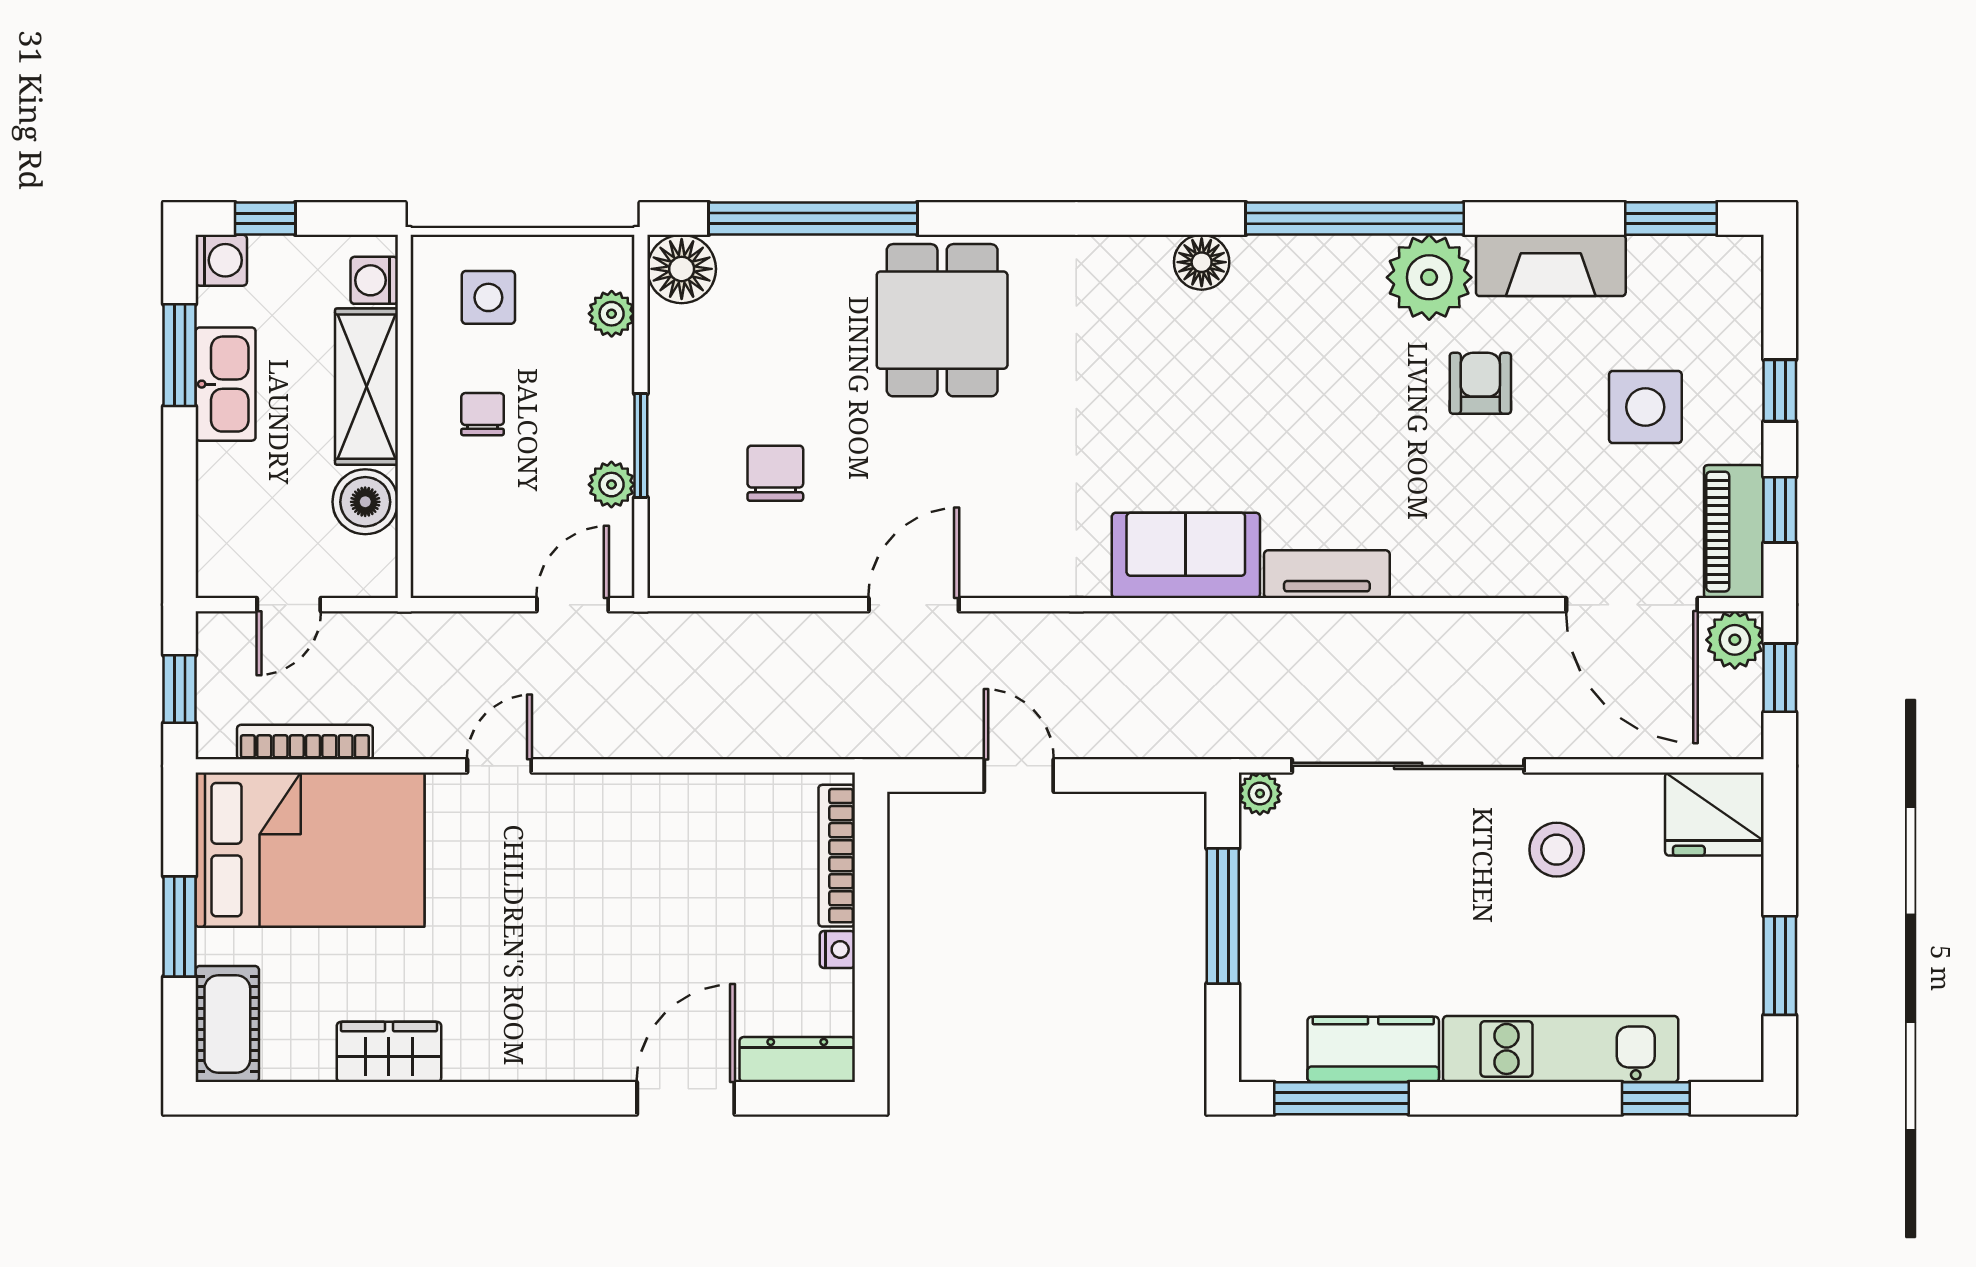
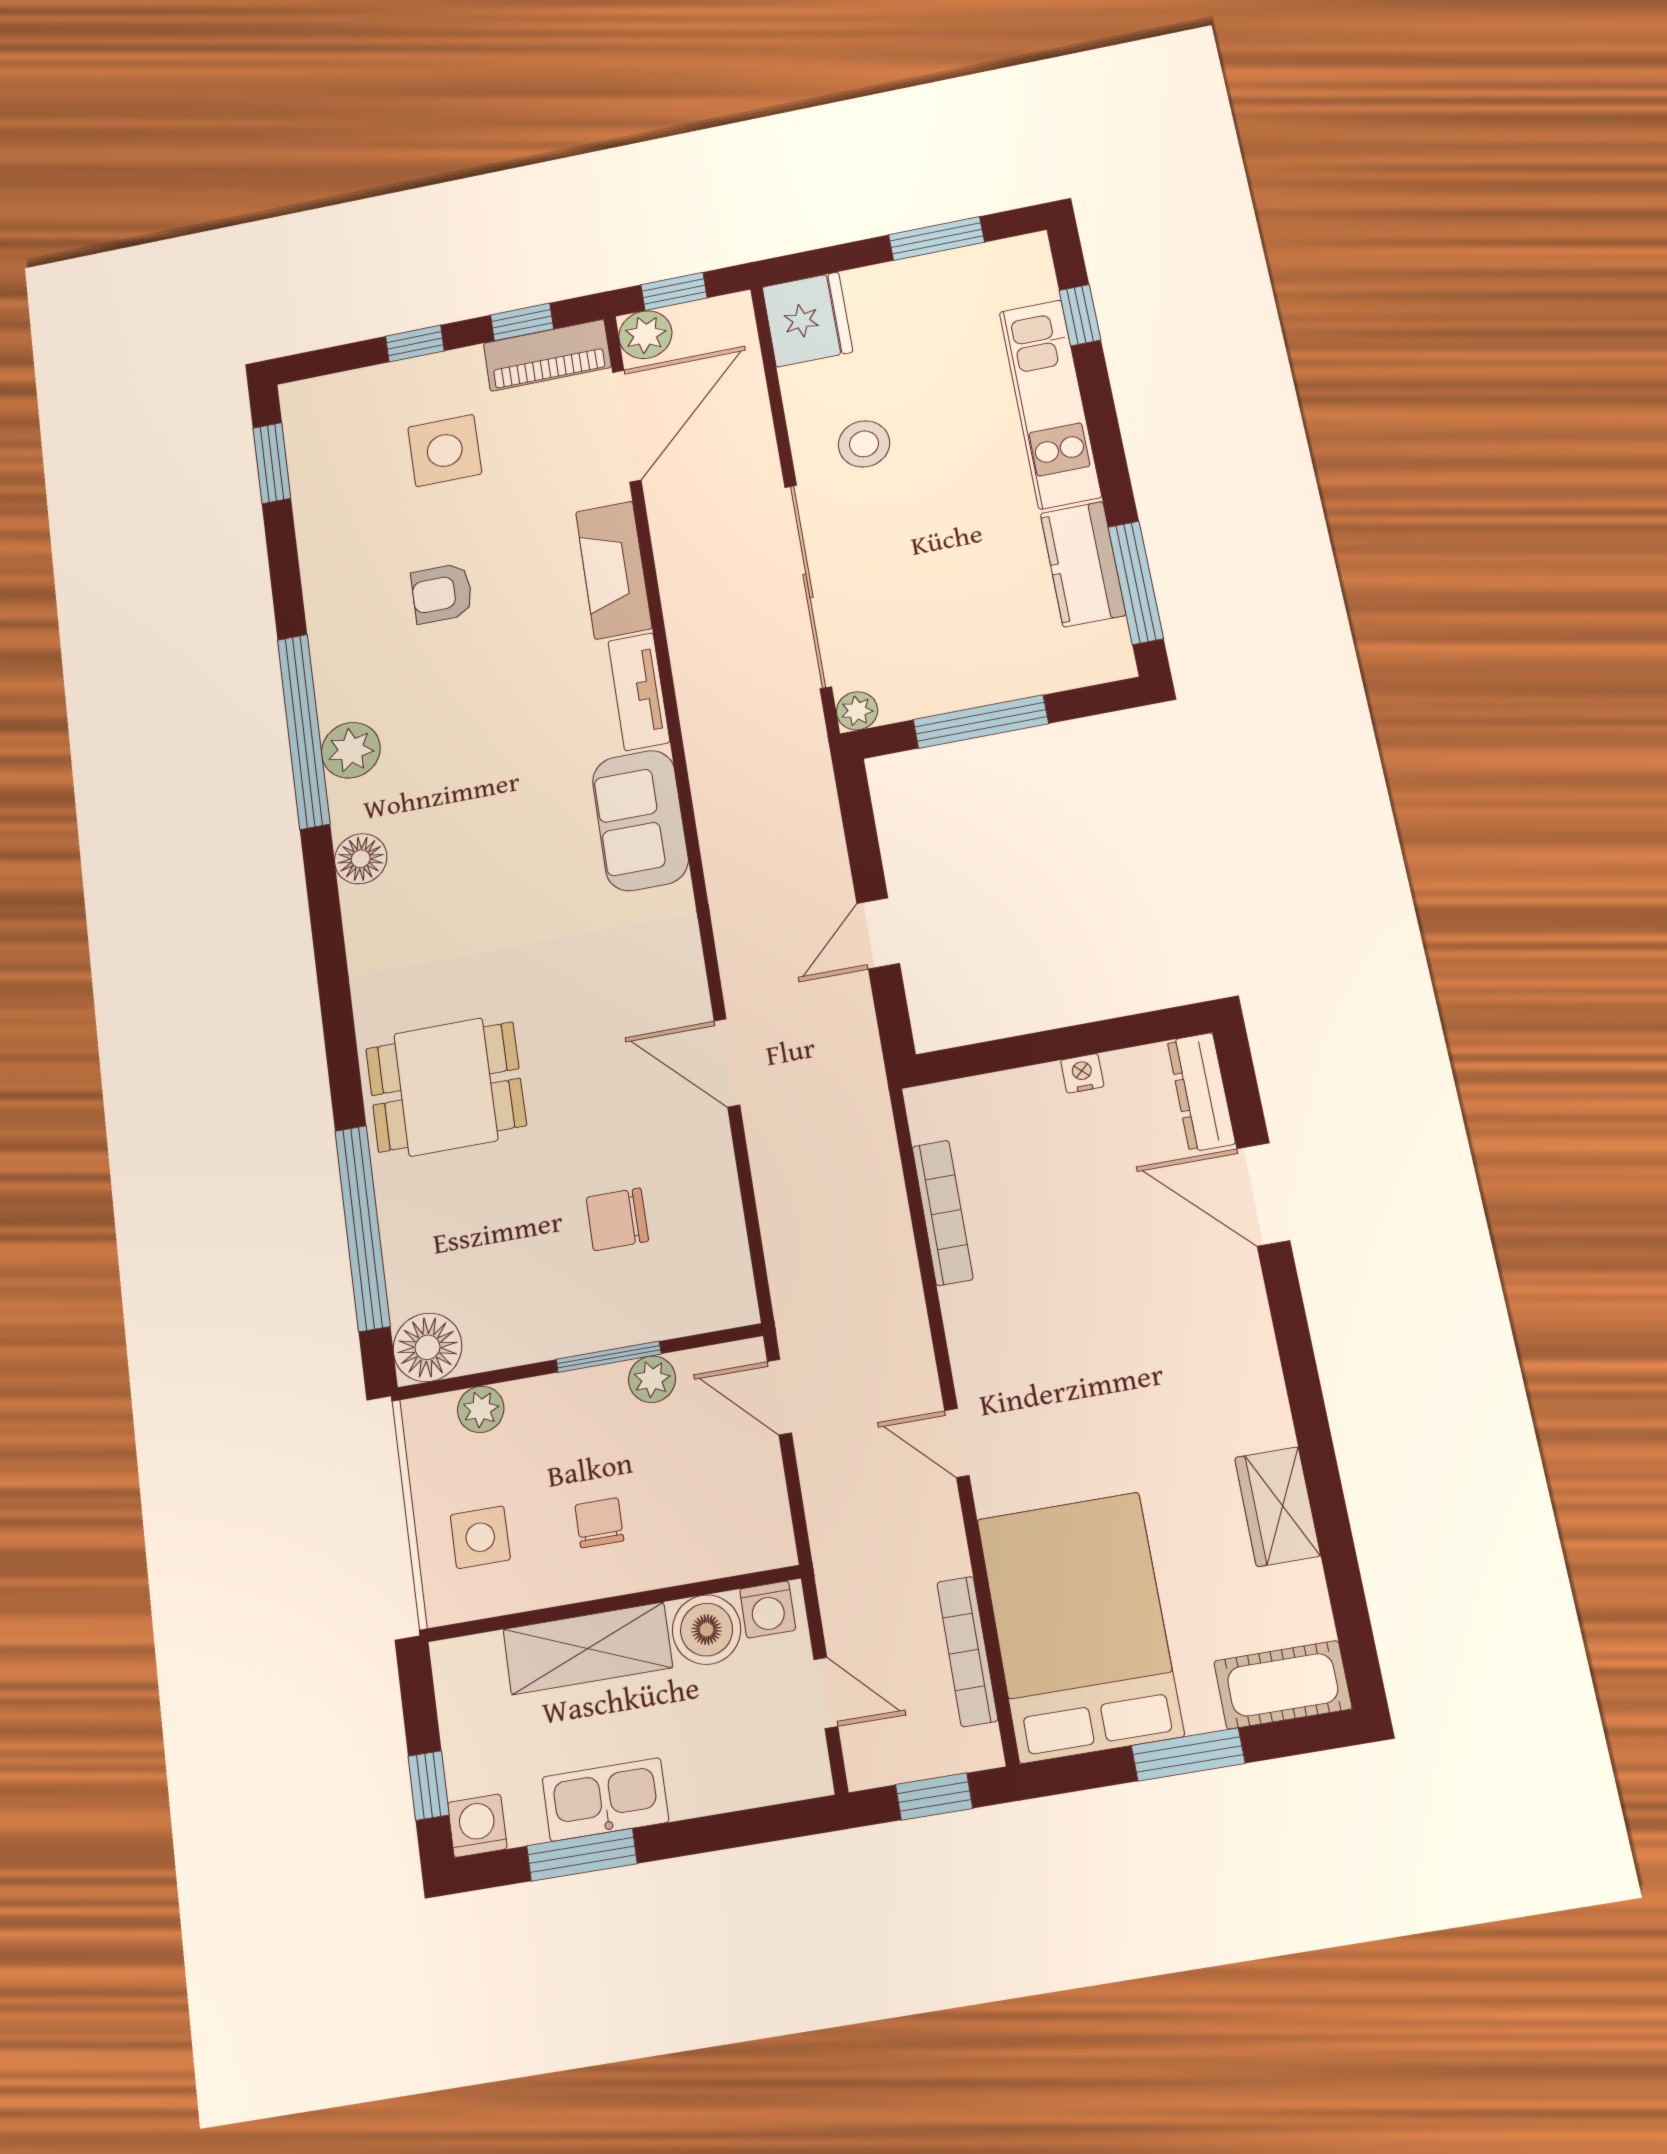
fireplace: (1551, 265) -> (614, 570), moved, turned 180
plant: (1429, 277) -> (351, 750), moved, width x0.73, depth x0.73
washing machine: (374, 280) -> (768, 1609), moved
chair: (483, 414) -> (599, 1523), turned 90
bookcase: (837, 856) -> (943, 1213), moved, turned -90

